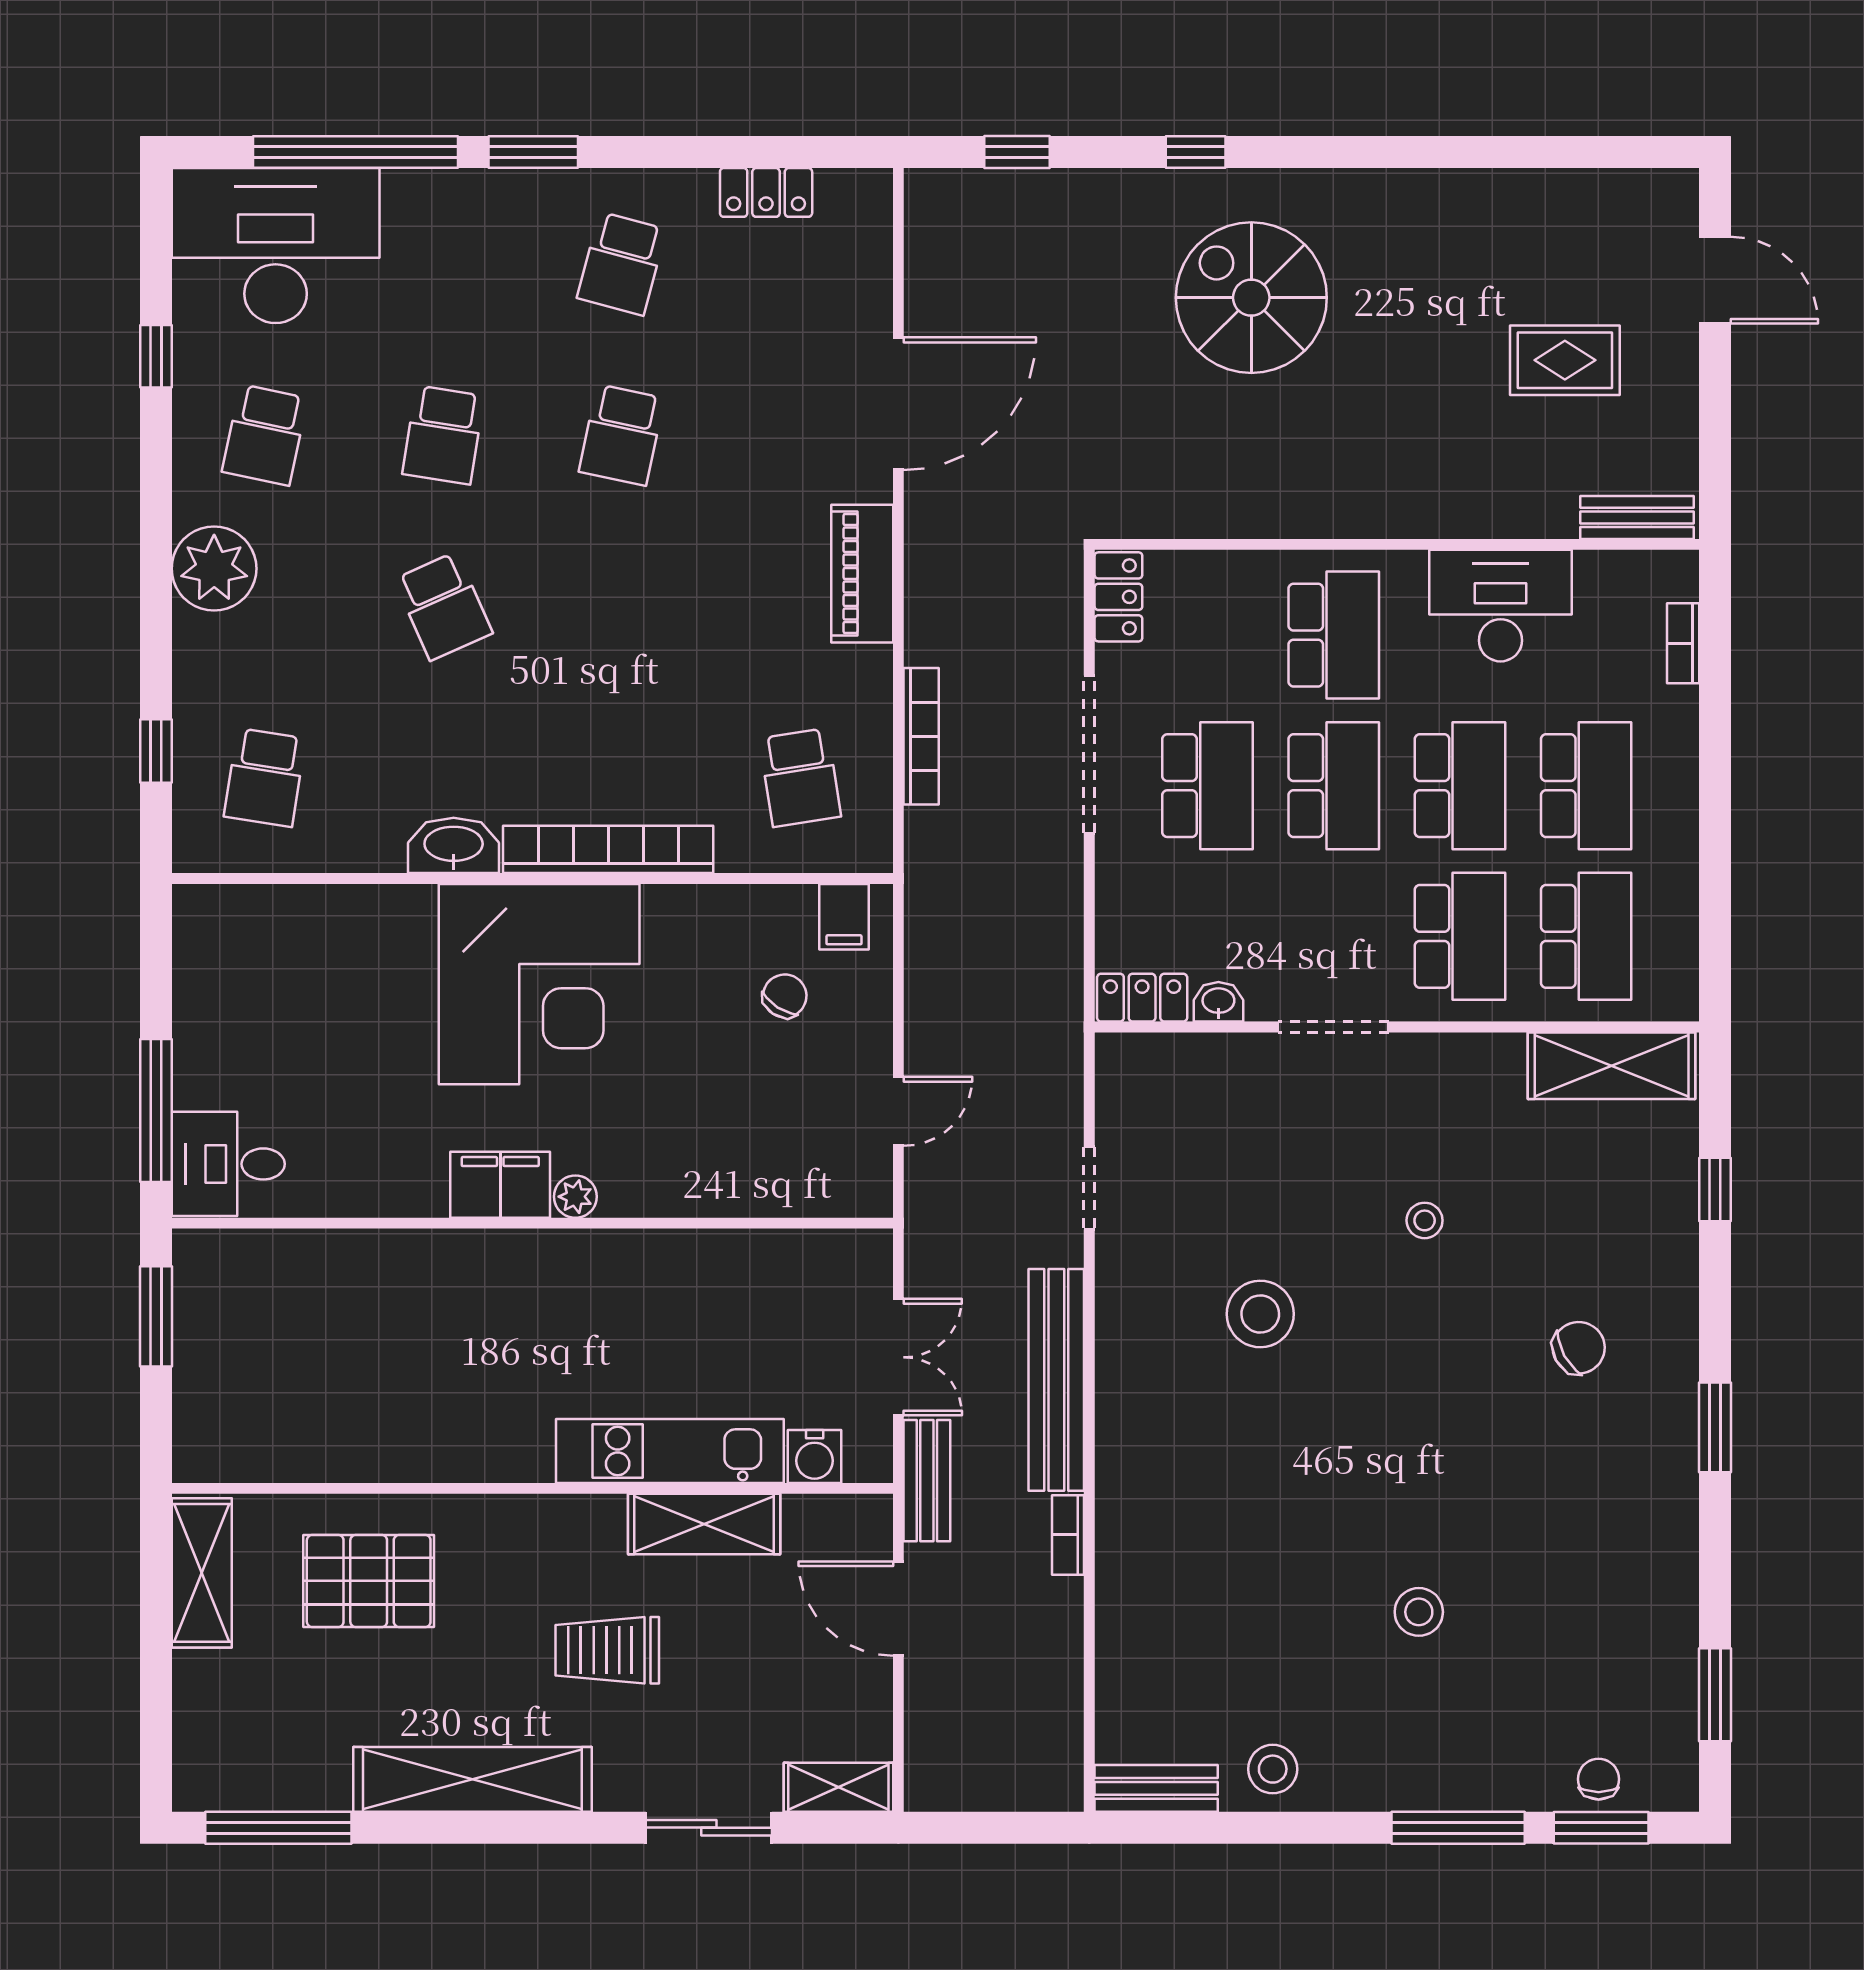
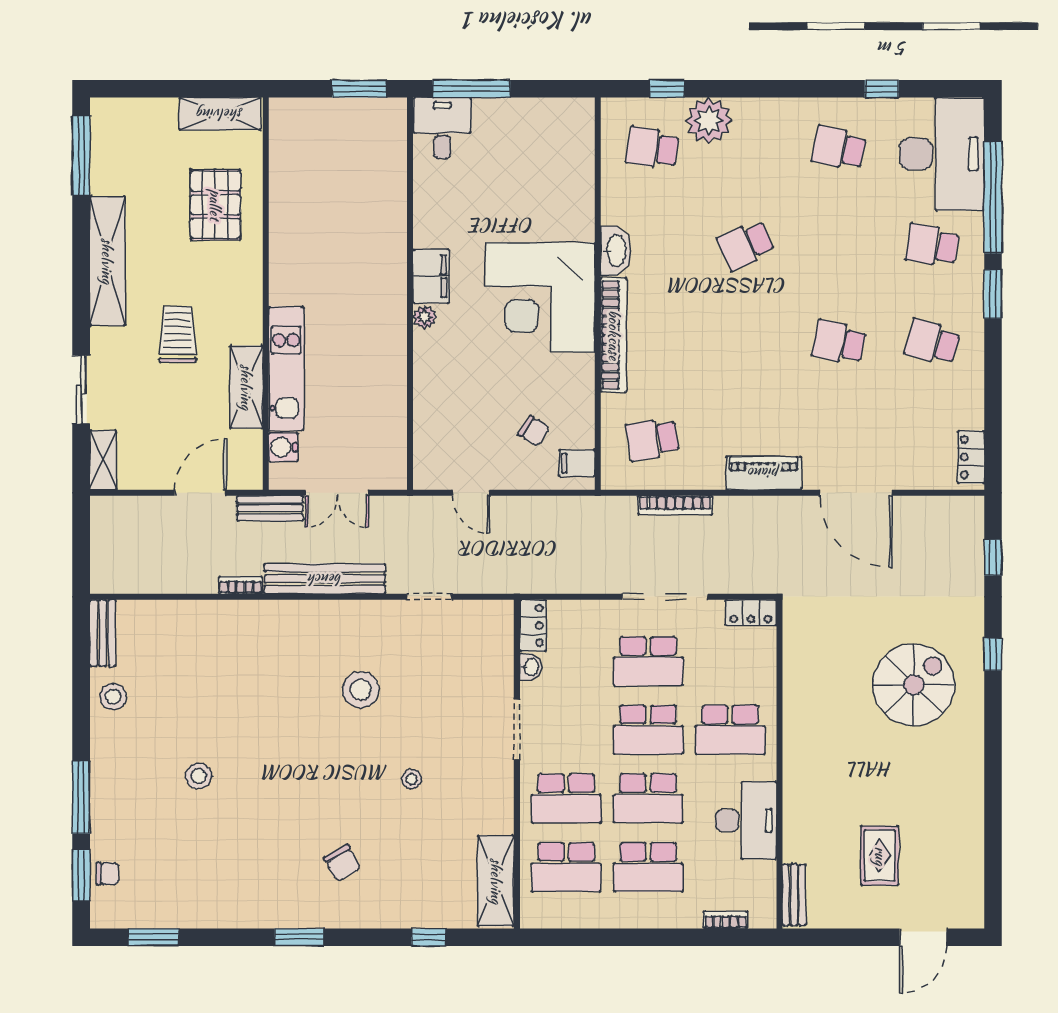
locker: (766, 192) -> (971, 457), moved
school desk: (443, 435) -> (932, 245), moved
plant: (214, 569) -> (709, 120), moved

